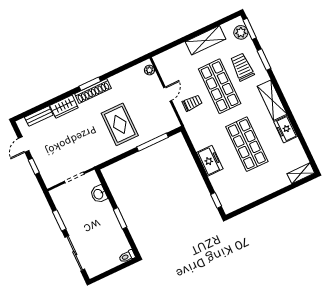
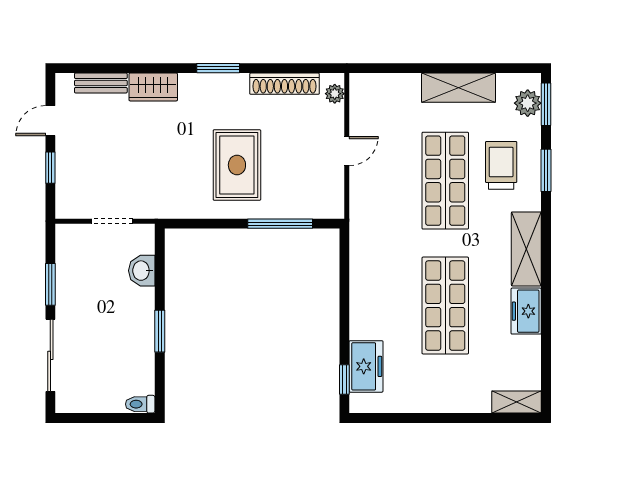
shoe rack: (93, 91) -> (284, 84), moved
trolley: (192, 103) -> (383, 187), removed
freezer: (210, 161) -> (366, 366), moved

